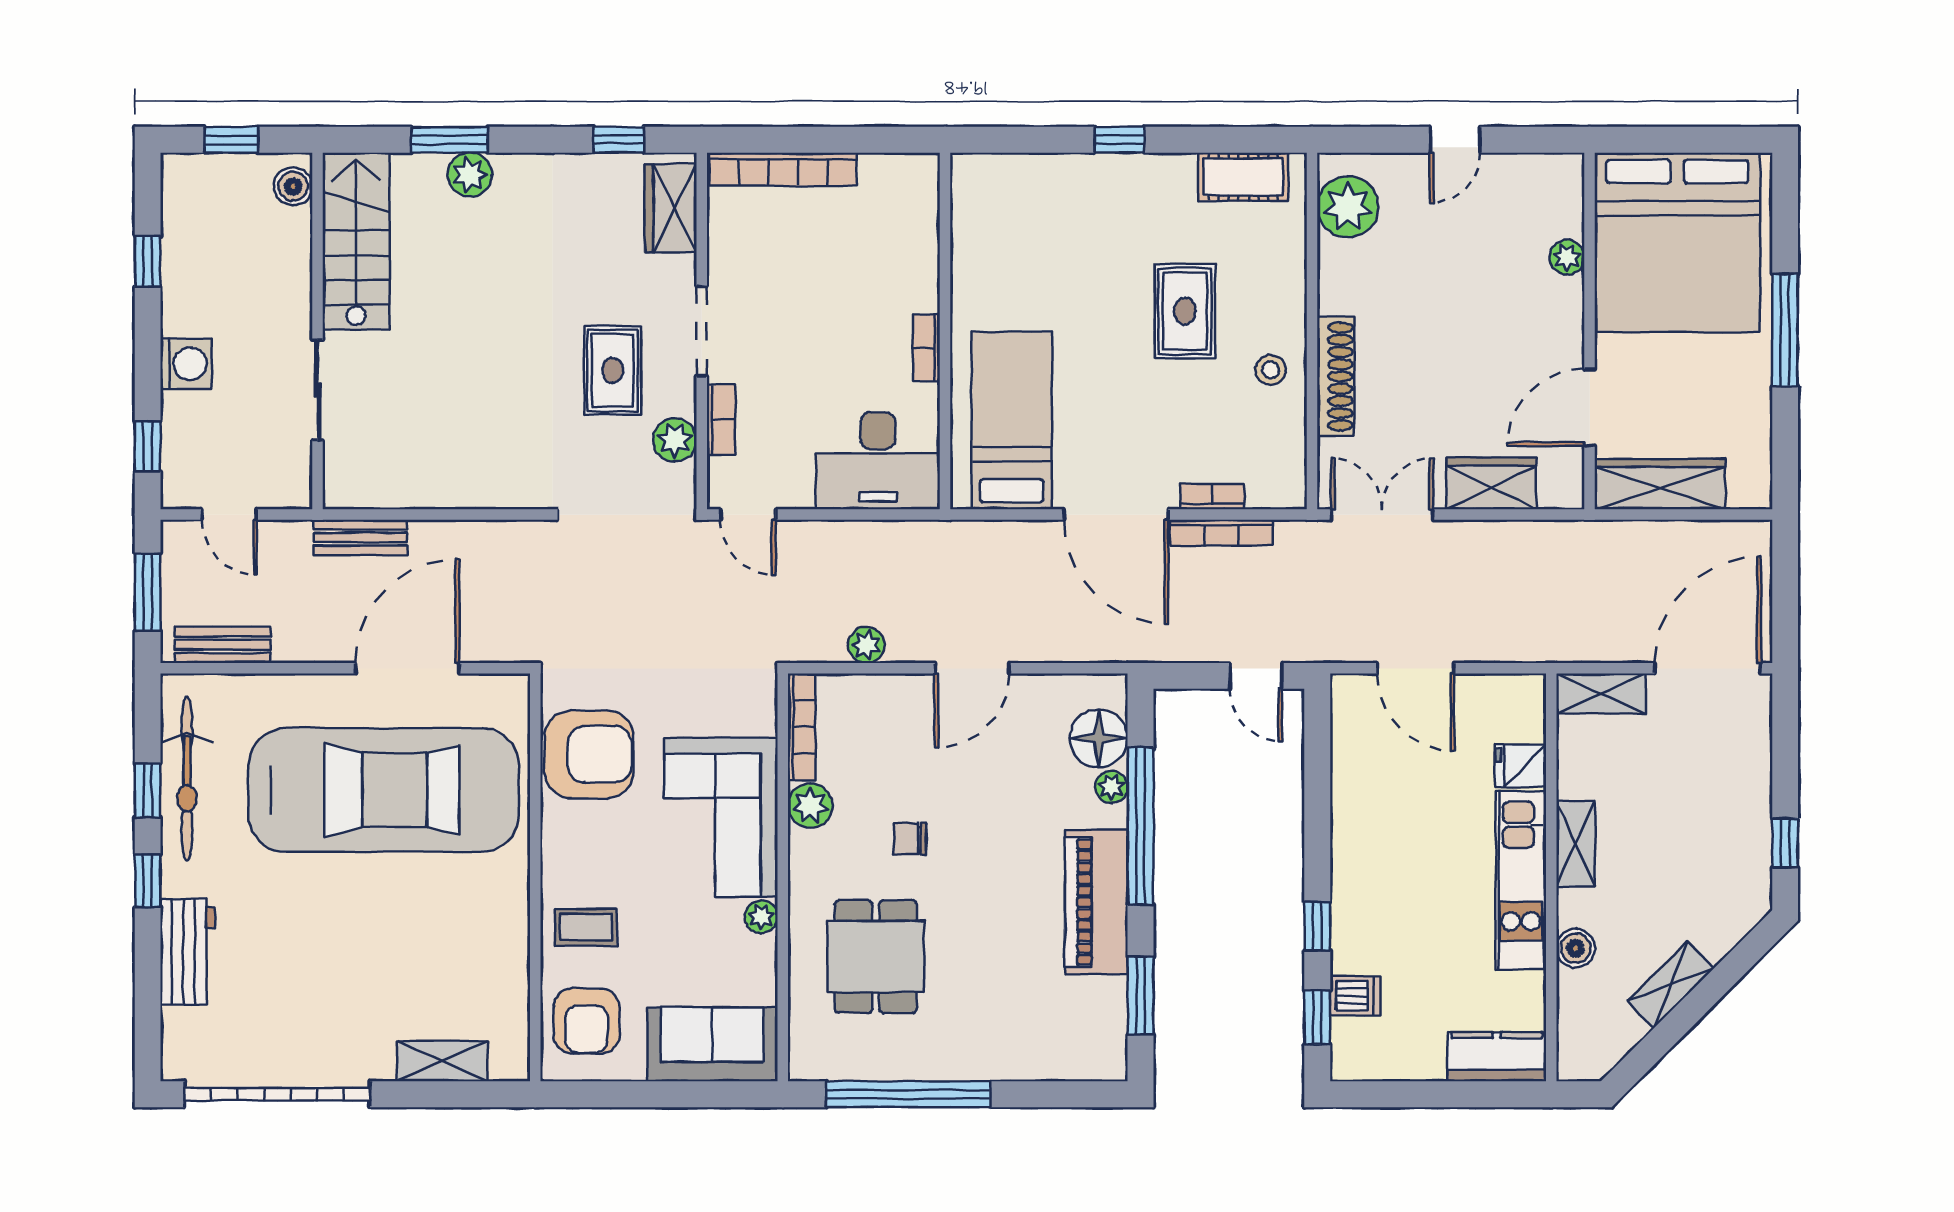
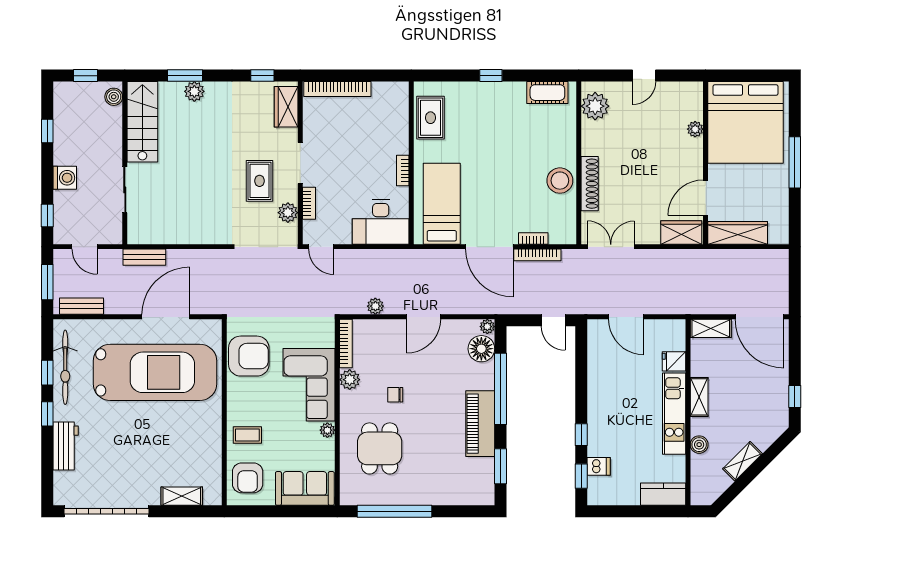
rug: (1185, 311) -> (431, 118), moved
stool: (1271, 370) -> (560, 181), width x1.89, depth x1.89
wardrobe: (1491, 483) -> (681, 232), moved
door: (1708, 668) -> (759, 317), swing flipped
plant: (1112, 787) -> (487, 327), moved

